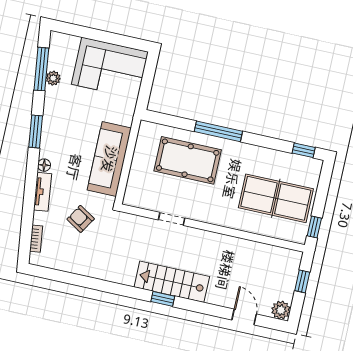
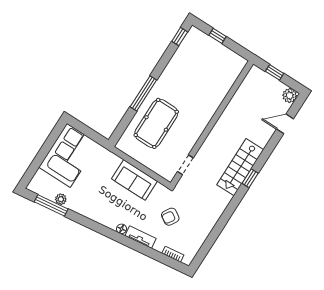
window: (36, 131) -> (95, 226), removed
sofa: (109, 159) -> (134, 180), width x0.73
table tennis table: (276, 198) -> (207, 69), removed
doorway: (172, 219) -> (185, 165), moved
window: (314, 227) -> (217, 36), moved

